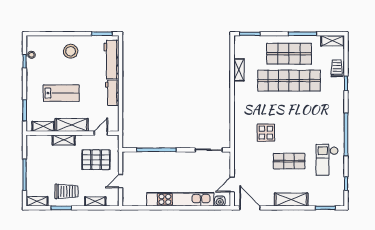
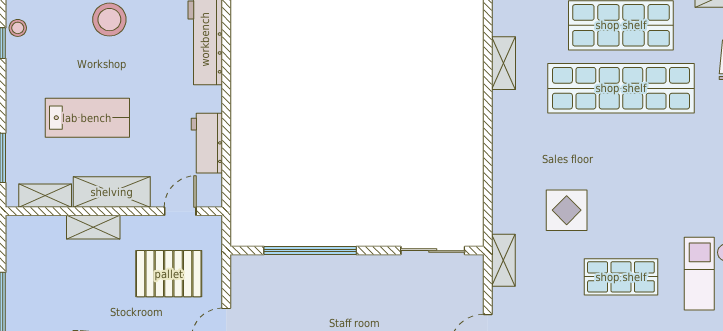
workbench: (112, 93) -> (207, 143), moved
shelving: (239, 154) -> (503, 260), added

